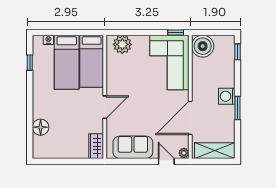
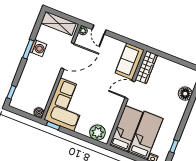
boiler: (203, 46) -> (39, 113), width x0.54, depth x0.54
washing machine: (227, 96) -> (38, 48), moved
wardrobe: (96, 146) -> (146, 67), width x1.50
sofa: (133, 147) -> (130, 62), moved, turned 90

